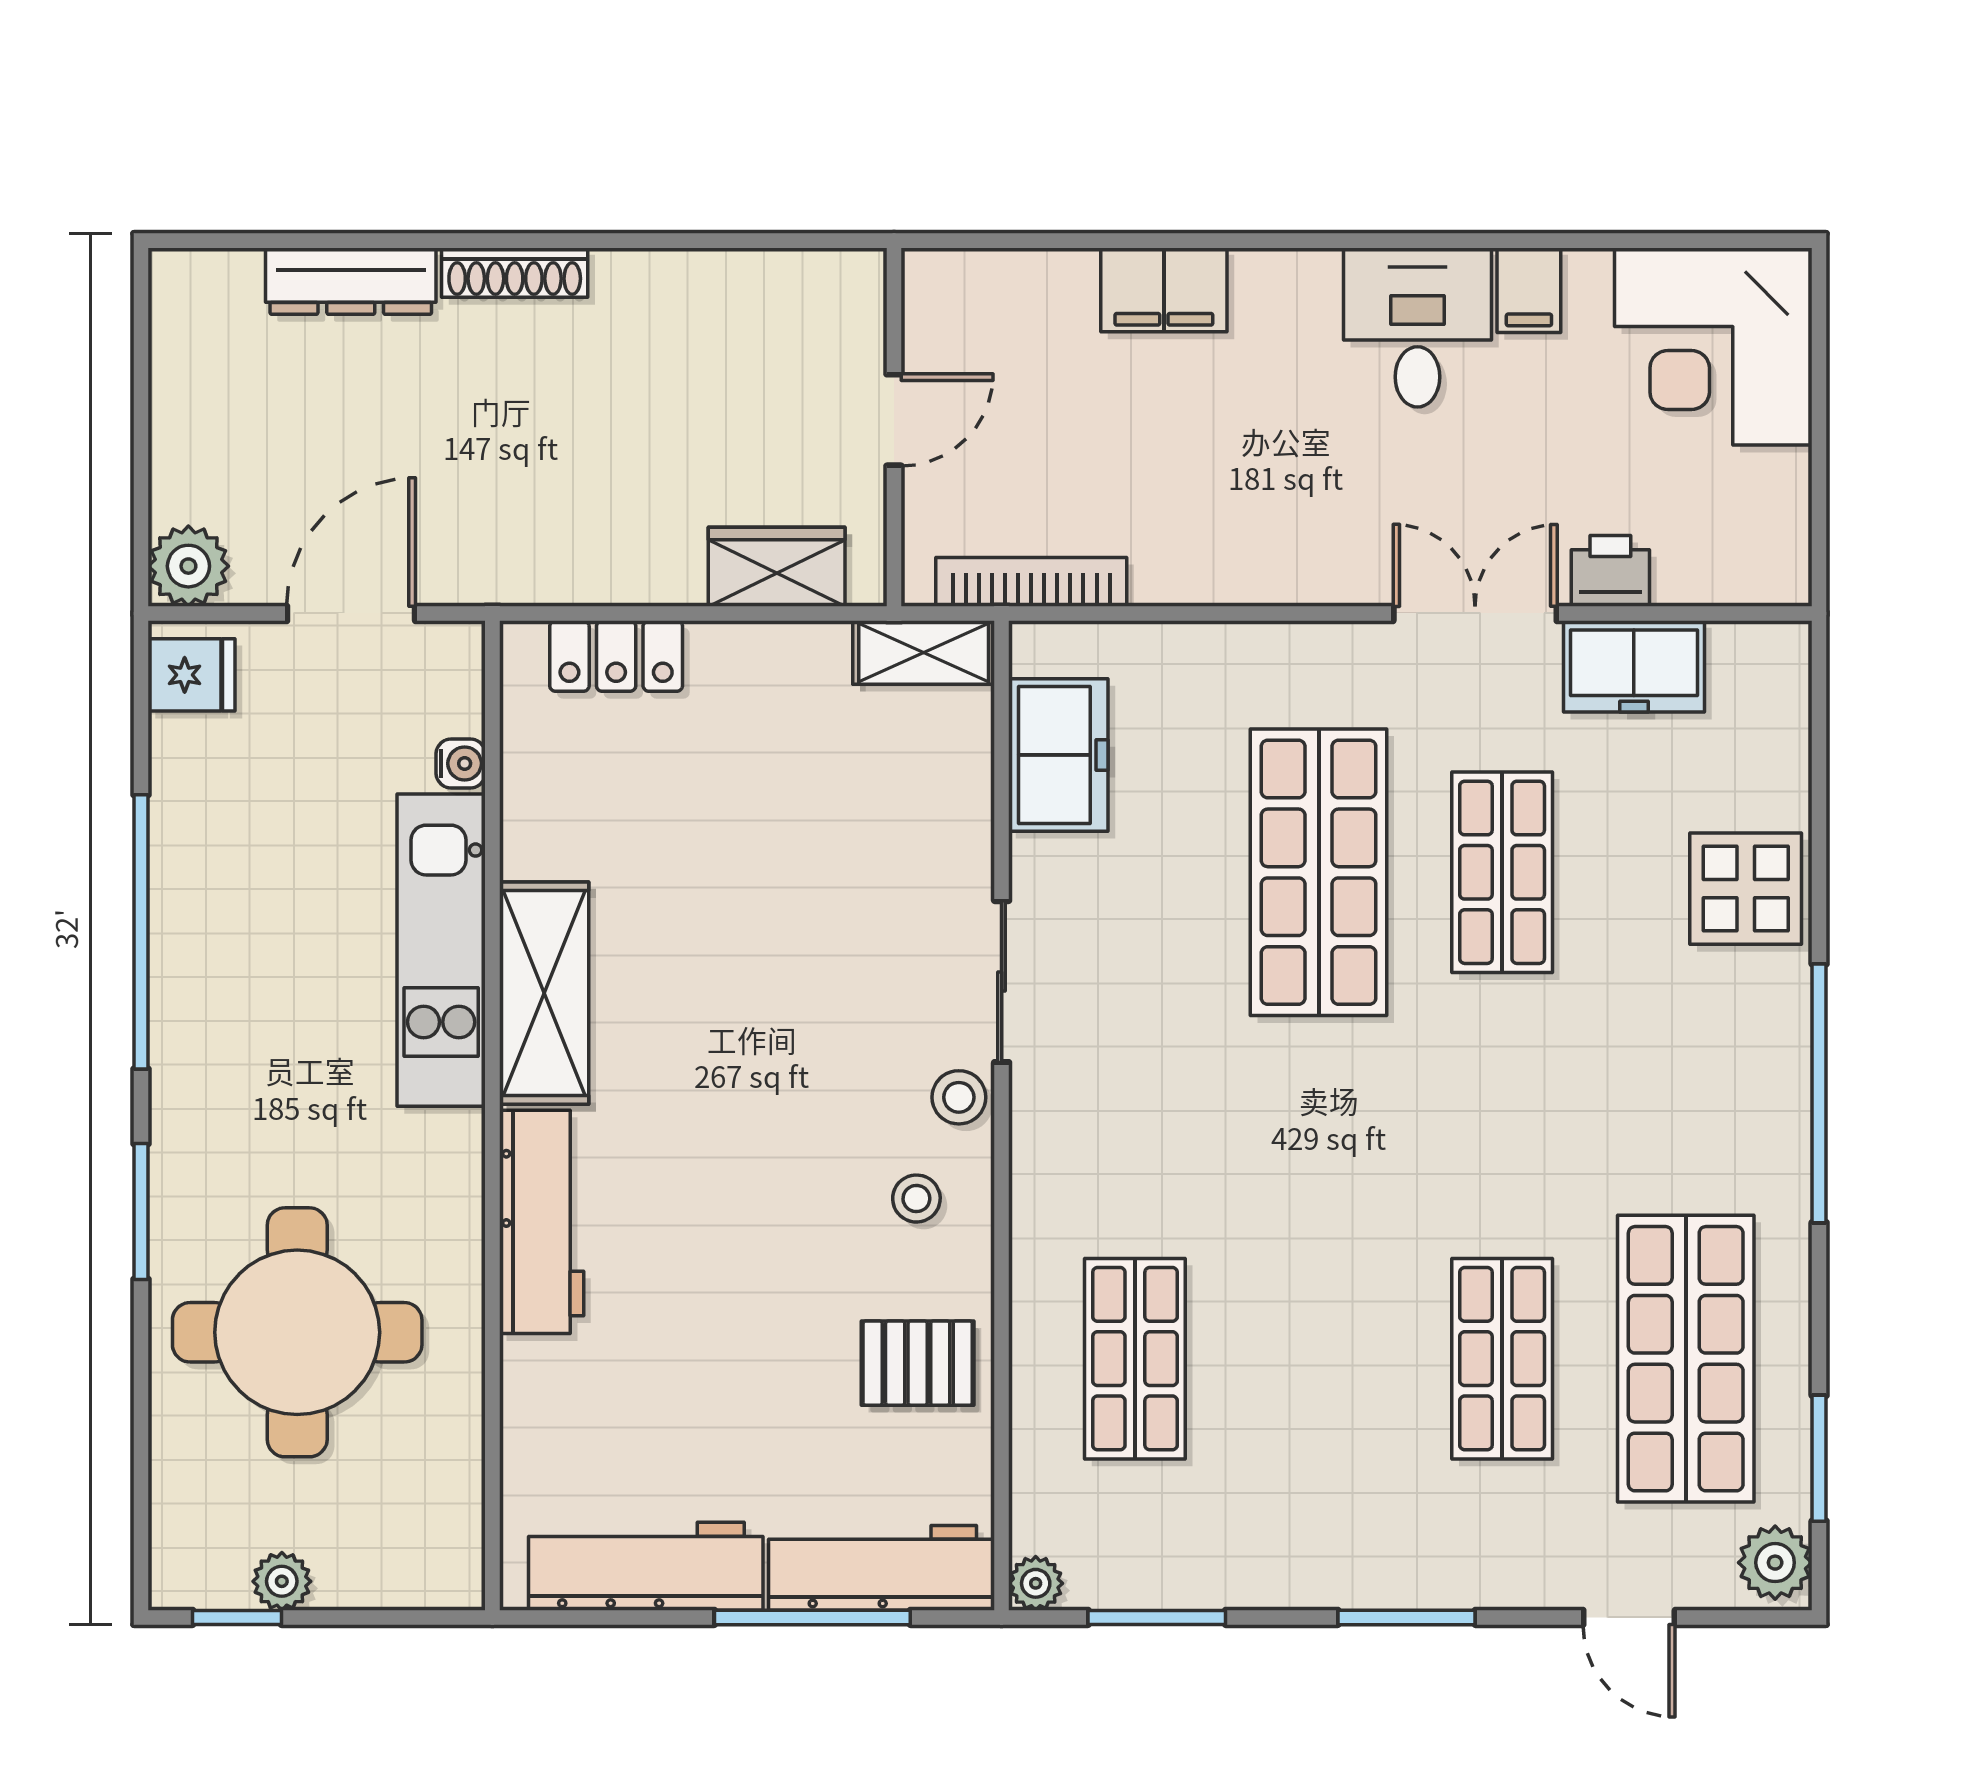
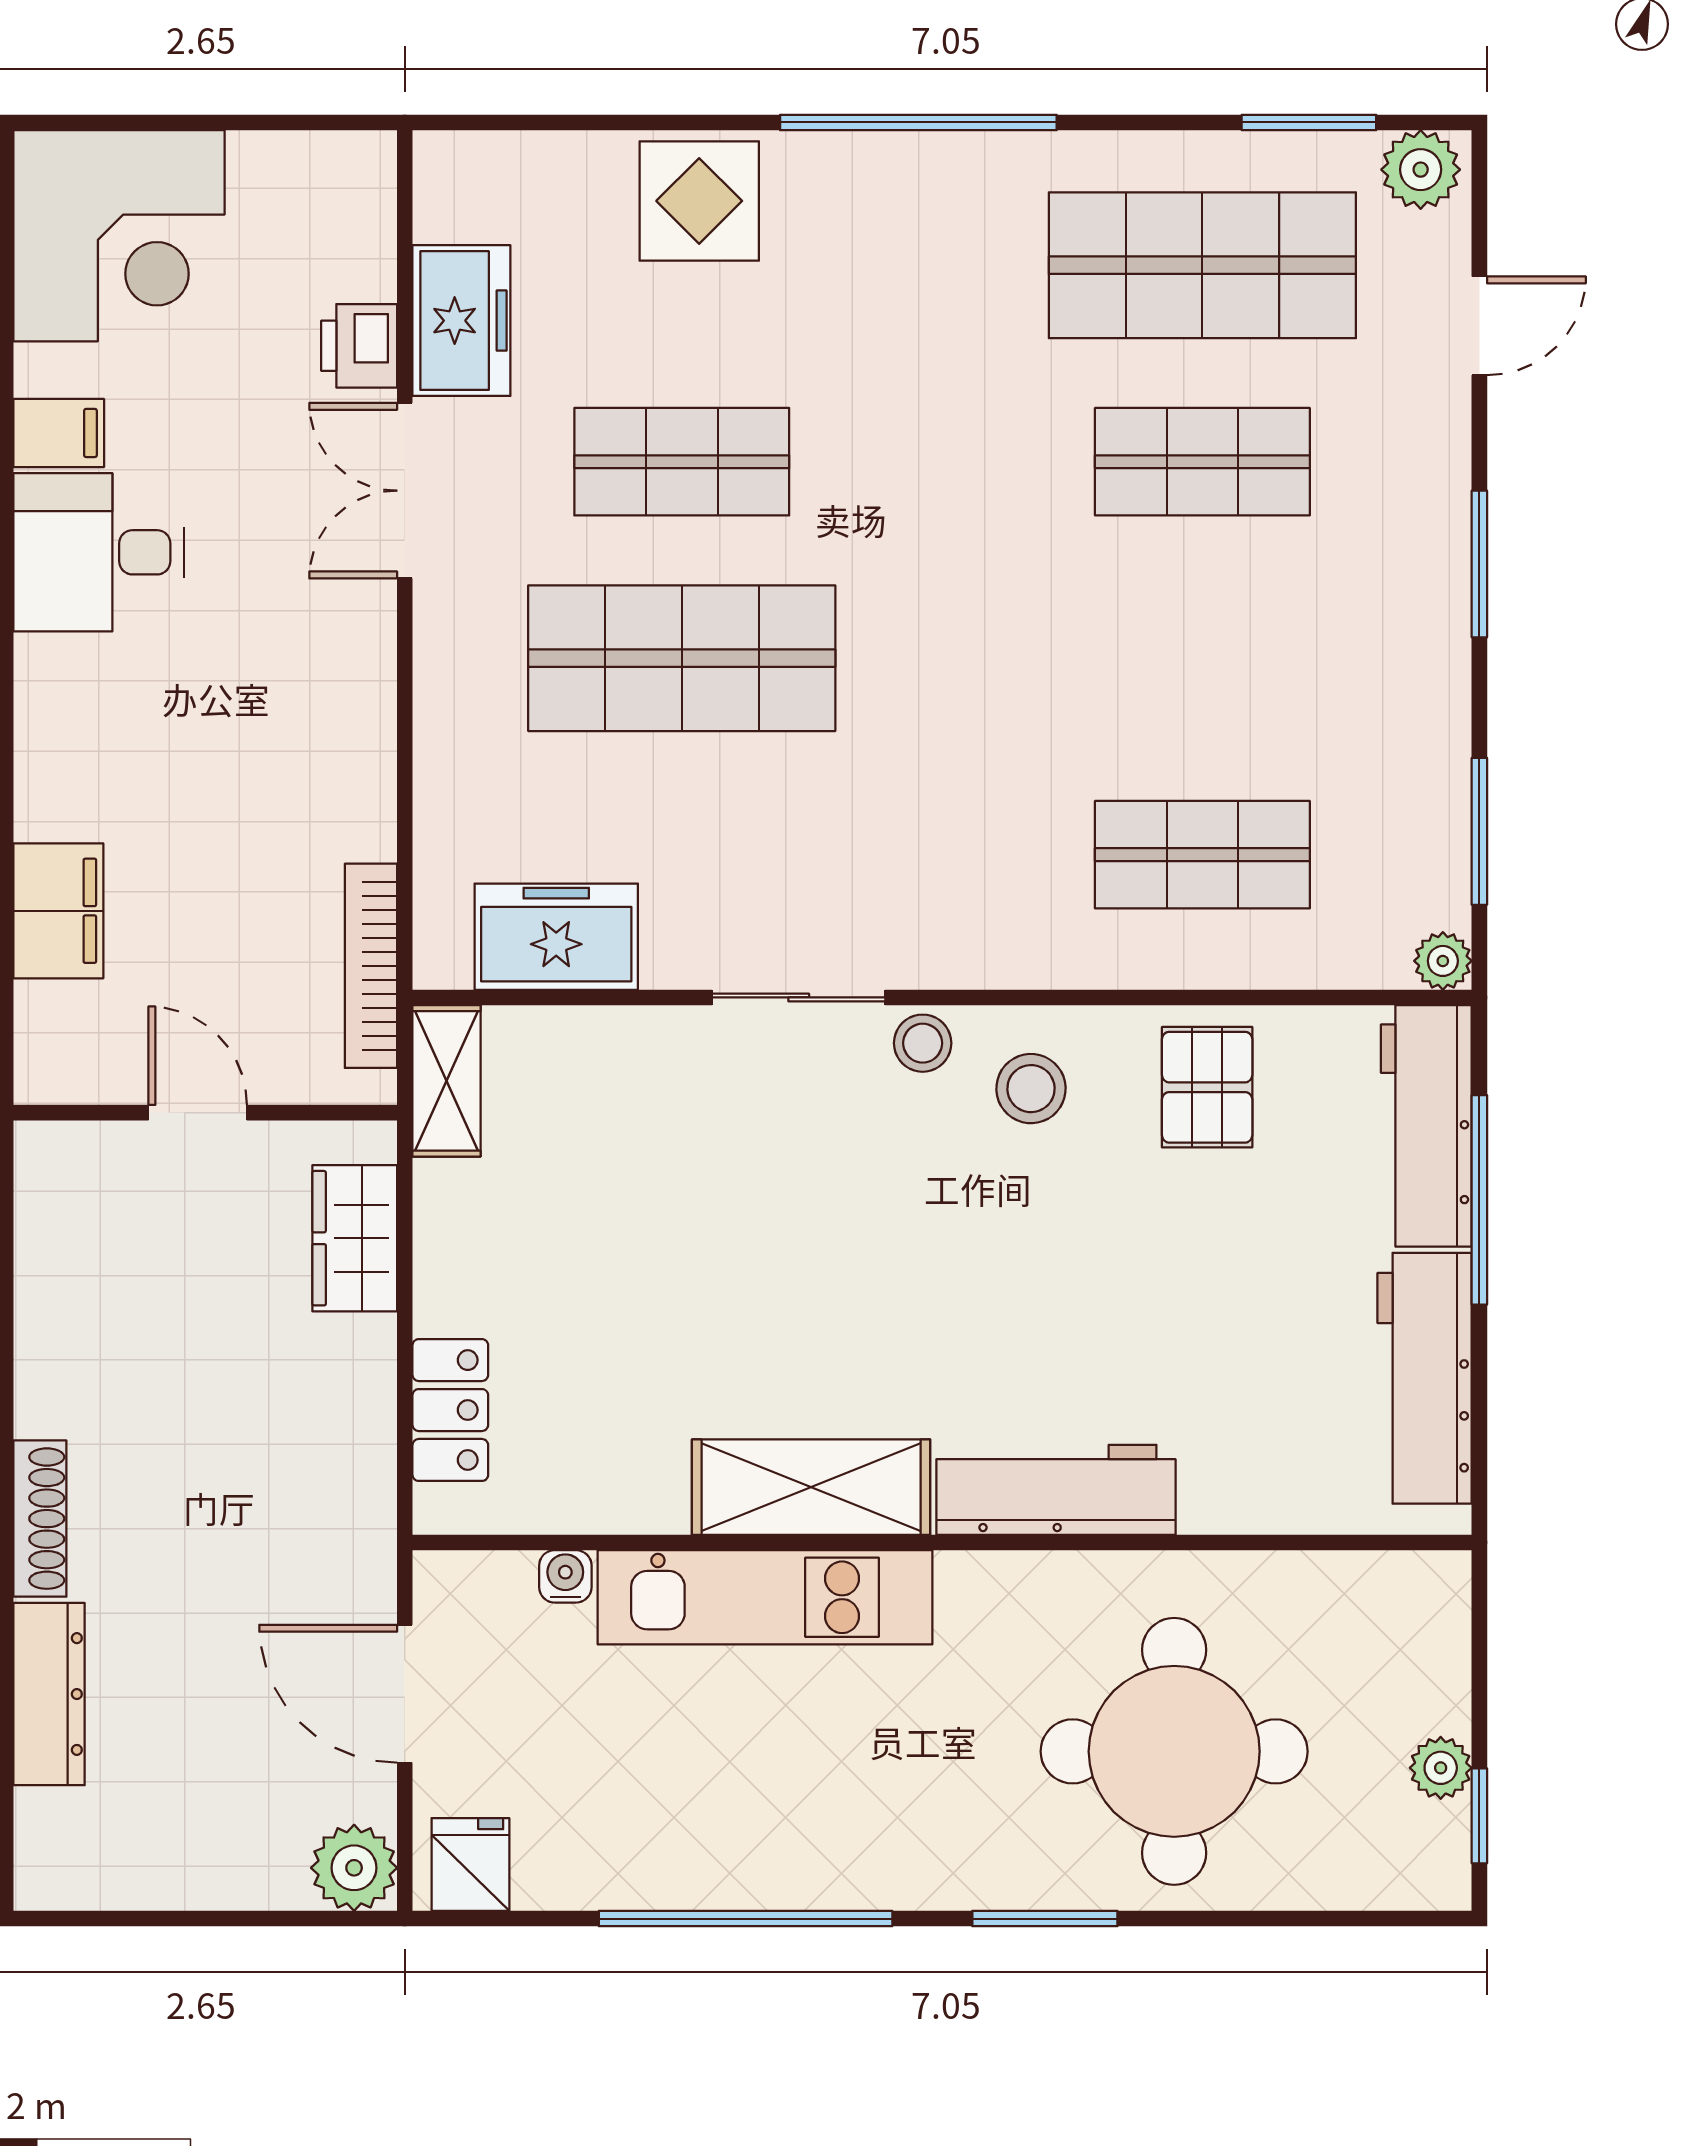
filing cabinet: (1164, 290) -> (58, 911), moved
stool: (916, 1199) -> (1031, 1089), width x1.37, depth x1.37

